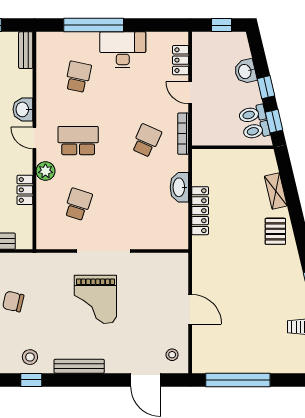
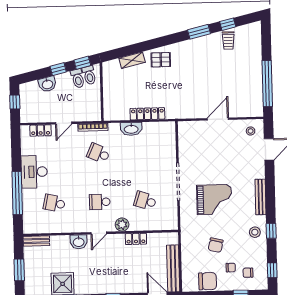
school desk: (78, 141) -> (100, 202), width x0.54
grand piano: (95, 299) -> (214, 200), moved

